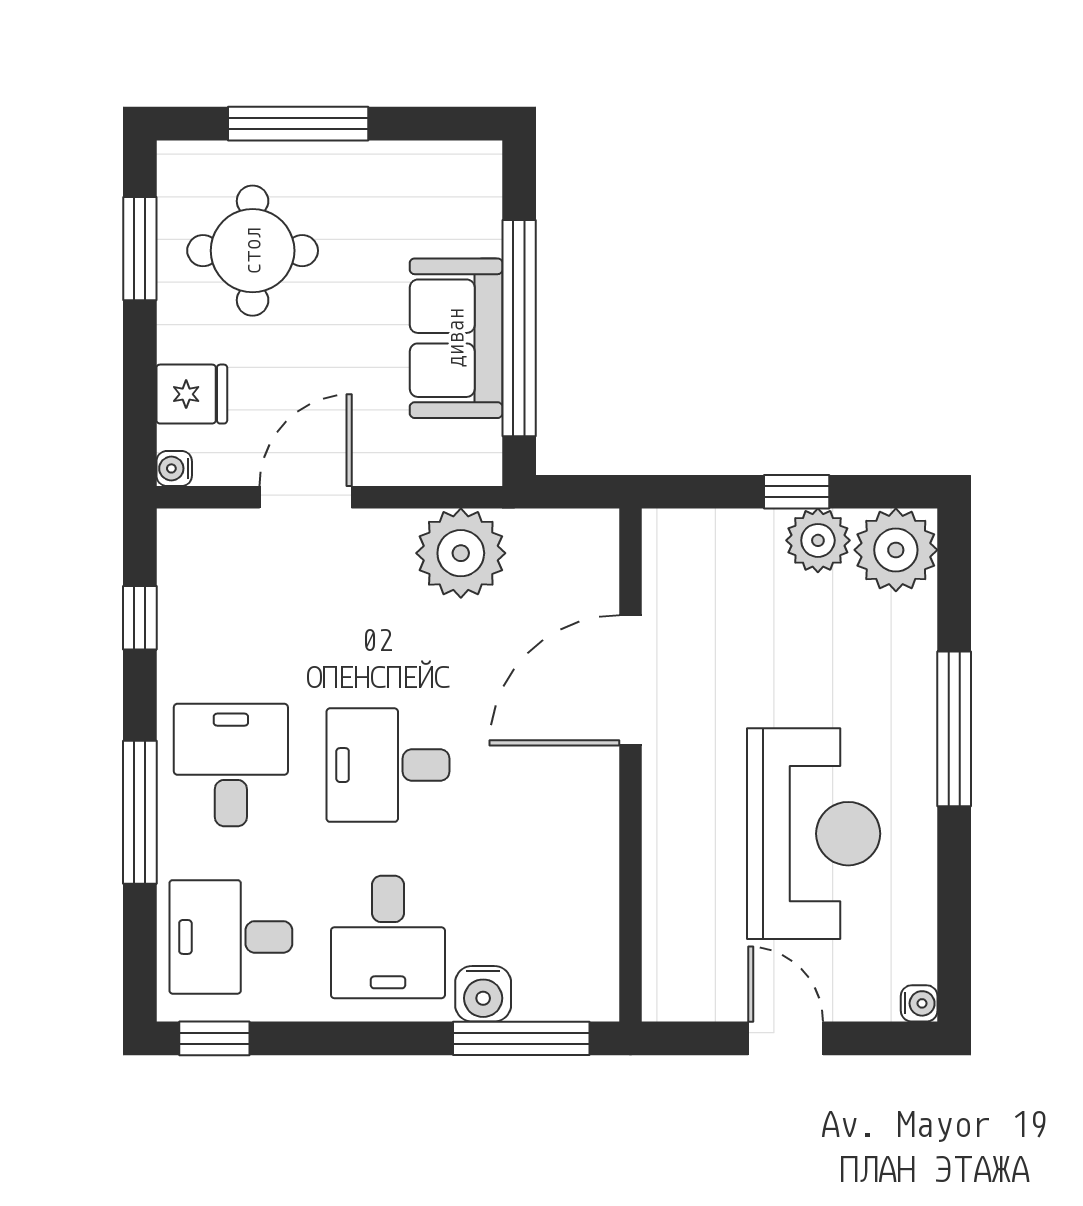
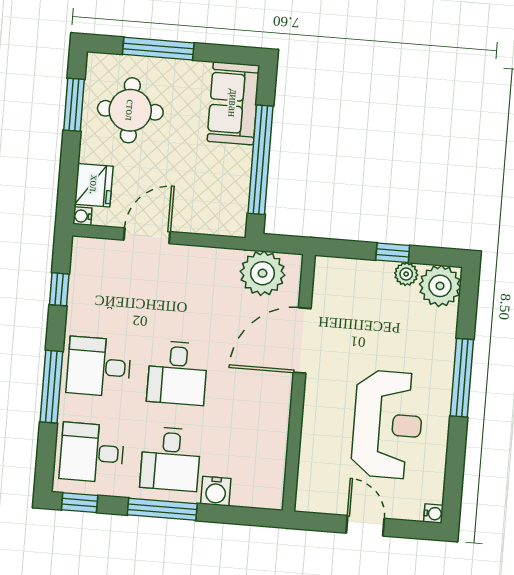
sofa: (456, 338) -> (233, 103), moved
fridge: (192, 394) -> (94, 185), width x1.38
plant: (818, 540) -> (406, 274), width x0.73, depth x0.73
plant: (461, 553) -> (262, 273), moved
desk: (231, 765) -> (99, 367), turned -90
desk: (388, 765) -> (177, 373), turned -90
window: (521, 1038) -> (162, 509), moved

